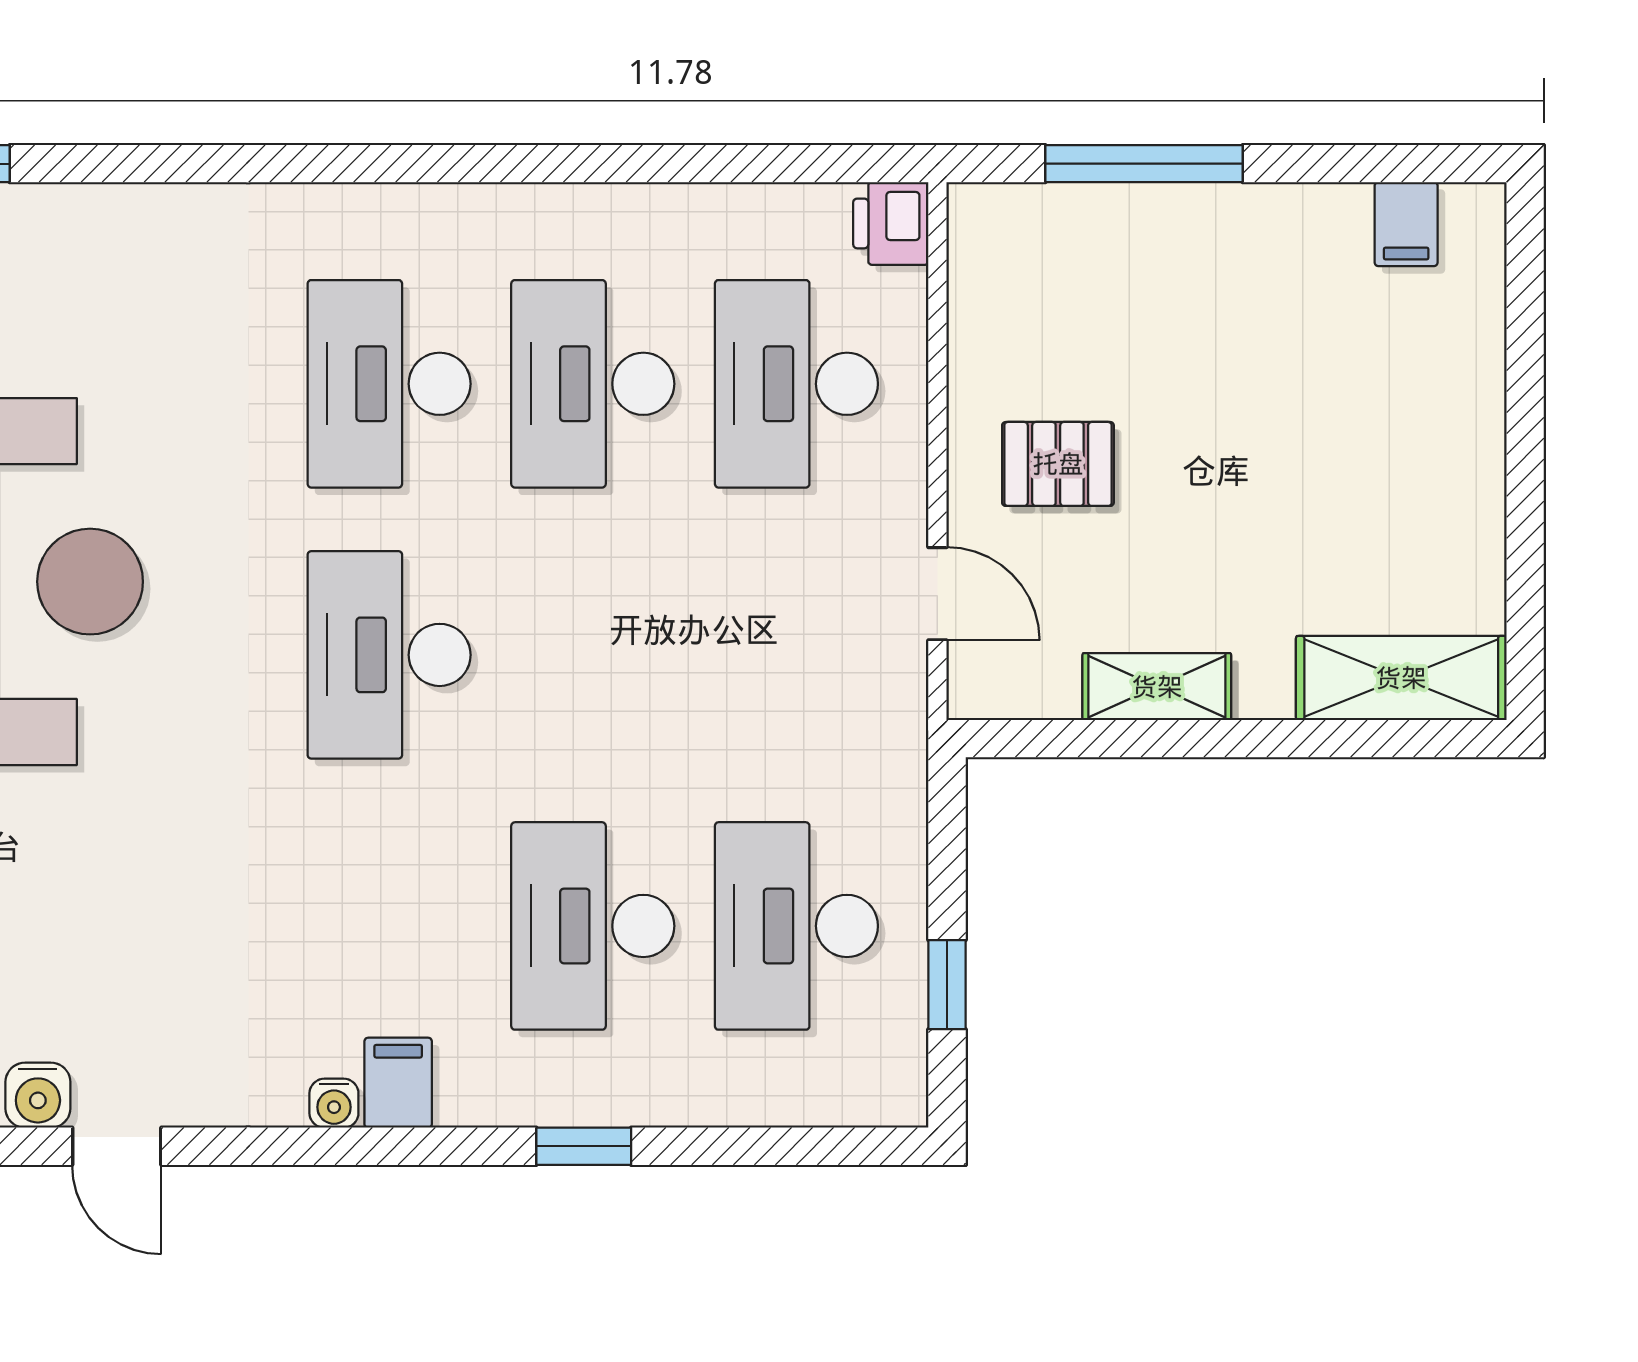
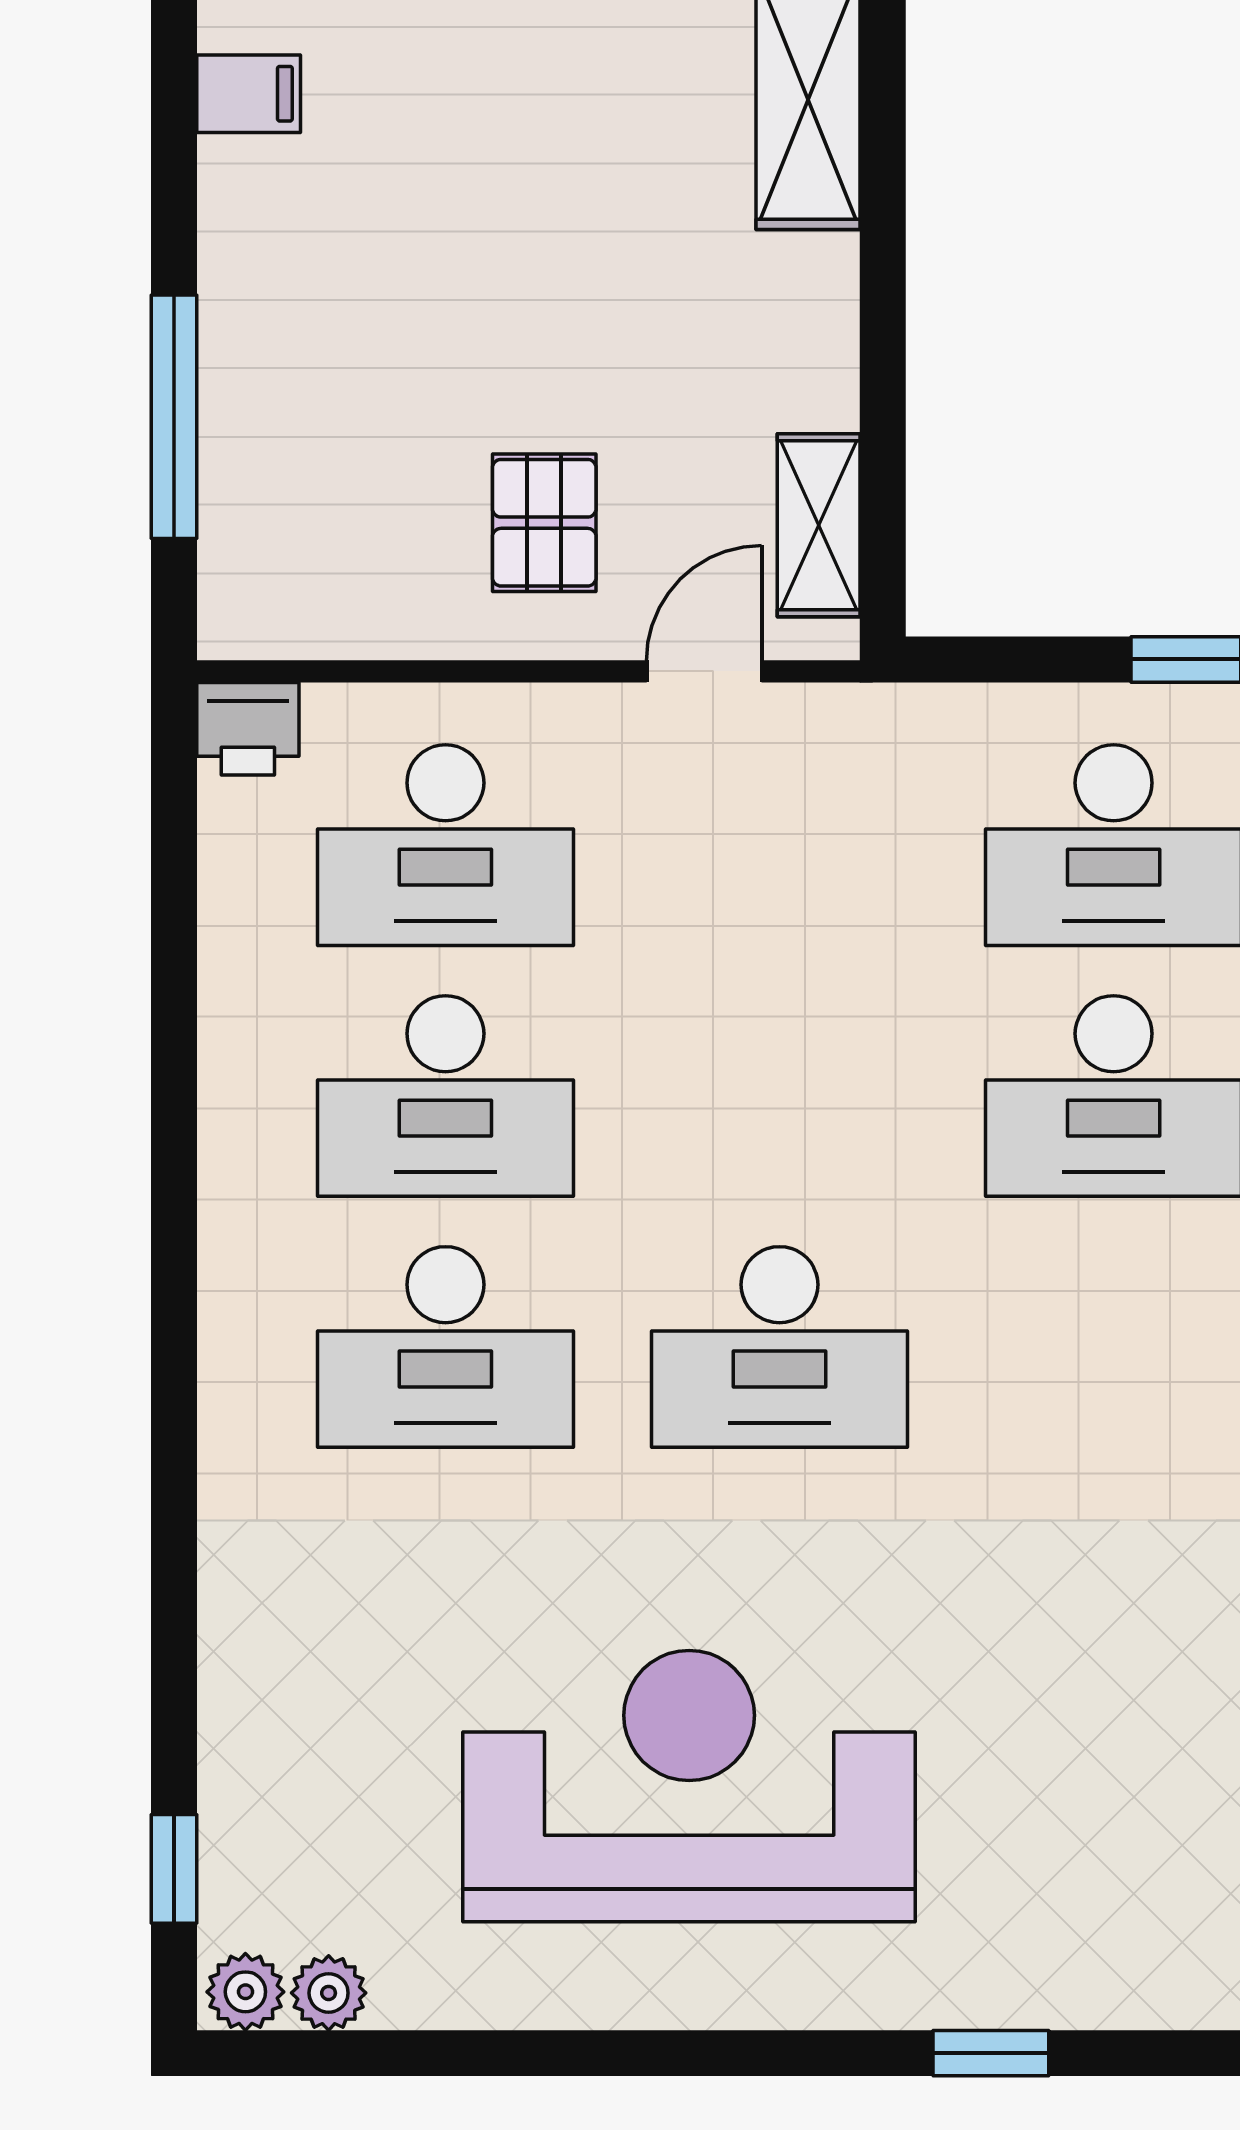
shelving: (1157, 687) -> (819, 525), moved

